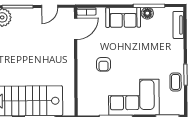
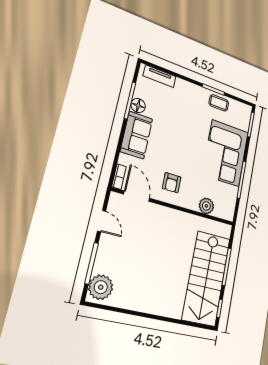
armchair: (104, 64) -> (172, 183), moved, turned 90
plant: (84, 89) -> (206, 206), added

